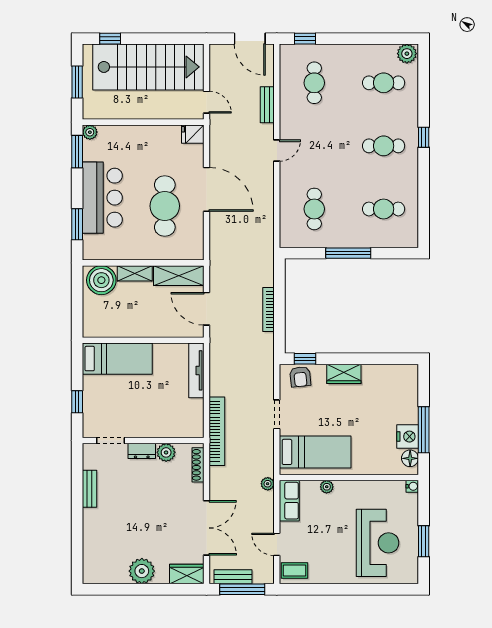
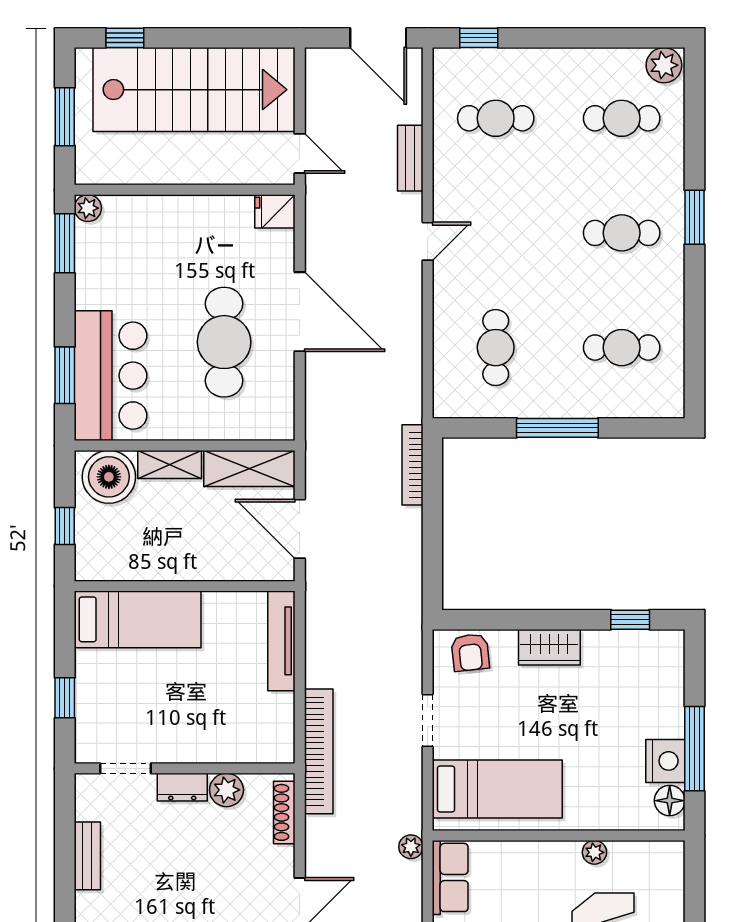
cafe table: (314, 83) -> (496, 118), turned 90
window: (424, 137) -> (695, 217), width x1.50
bar counter: (102, 198) -> (111, 376), moved
window: (77, 307) -> (65, 526), added
bookcase: (268, 310) -> (413, 465), moved
window: (305, 359) -> (630, 620), moved
water cooler: (412, 486) -> (674, 851), removed
plant: (327, 487) -> (594, 852), moved

